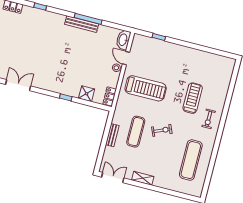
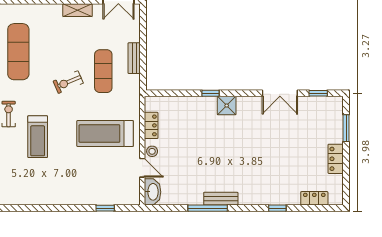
bench: (82, 24) -> (221, 199), width x0.73
shower: (87, 94) -> (227, 106), moved
locker: (110, 96) -> (151, 125), moved

